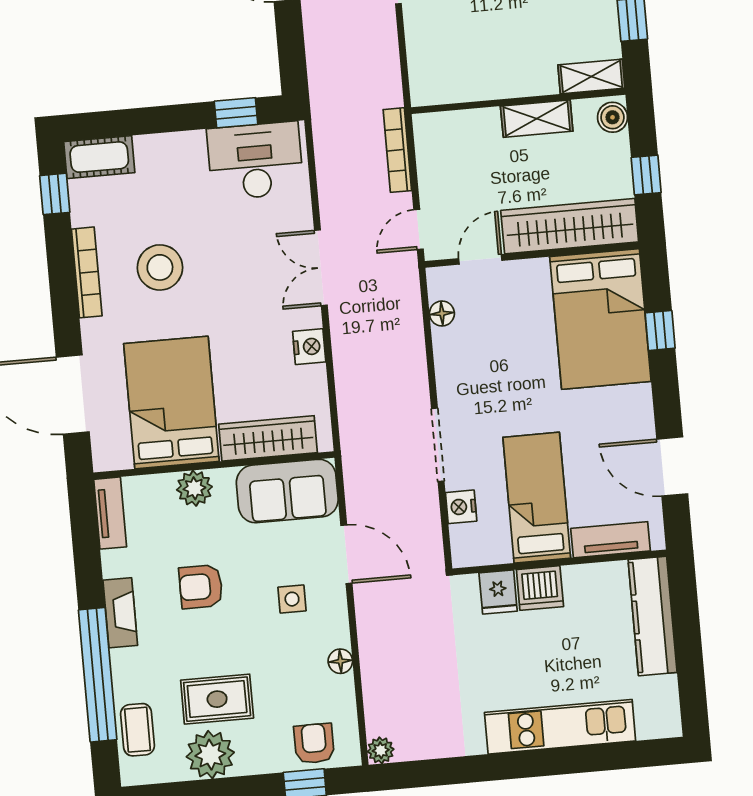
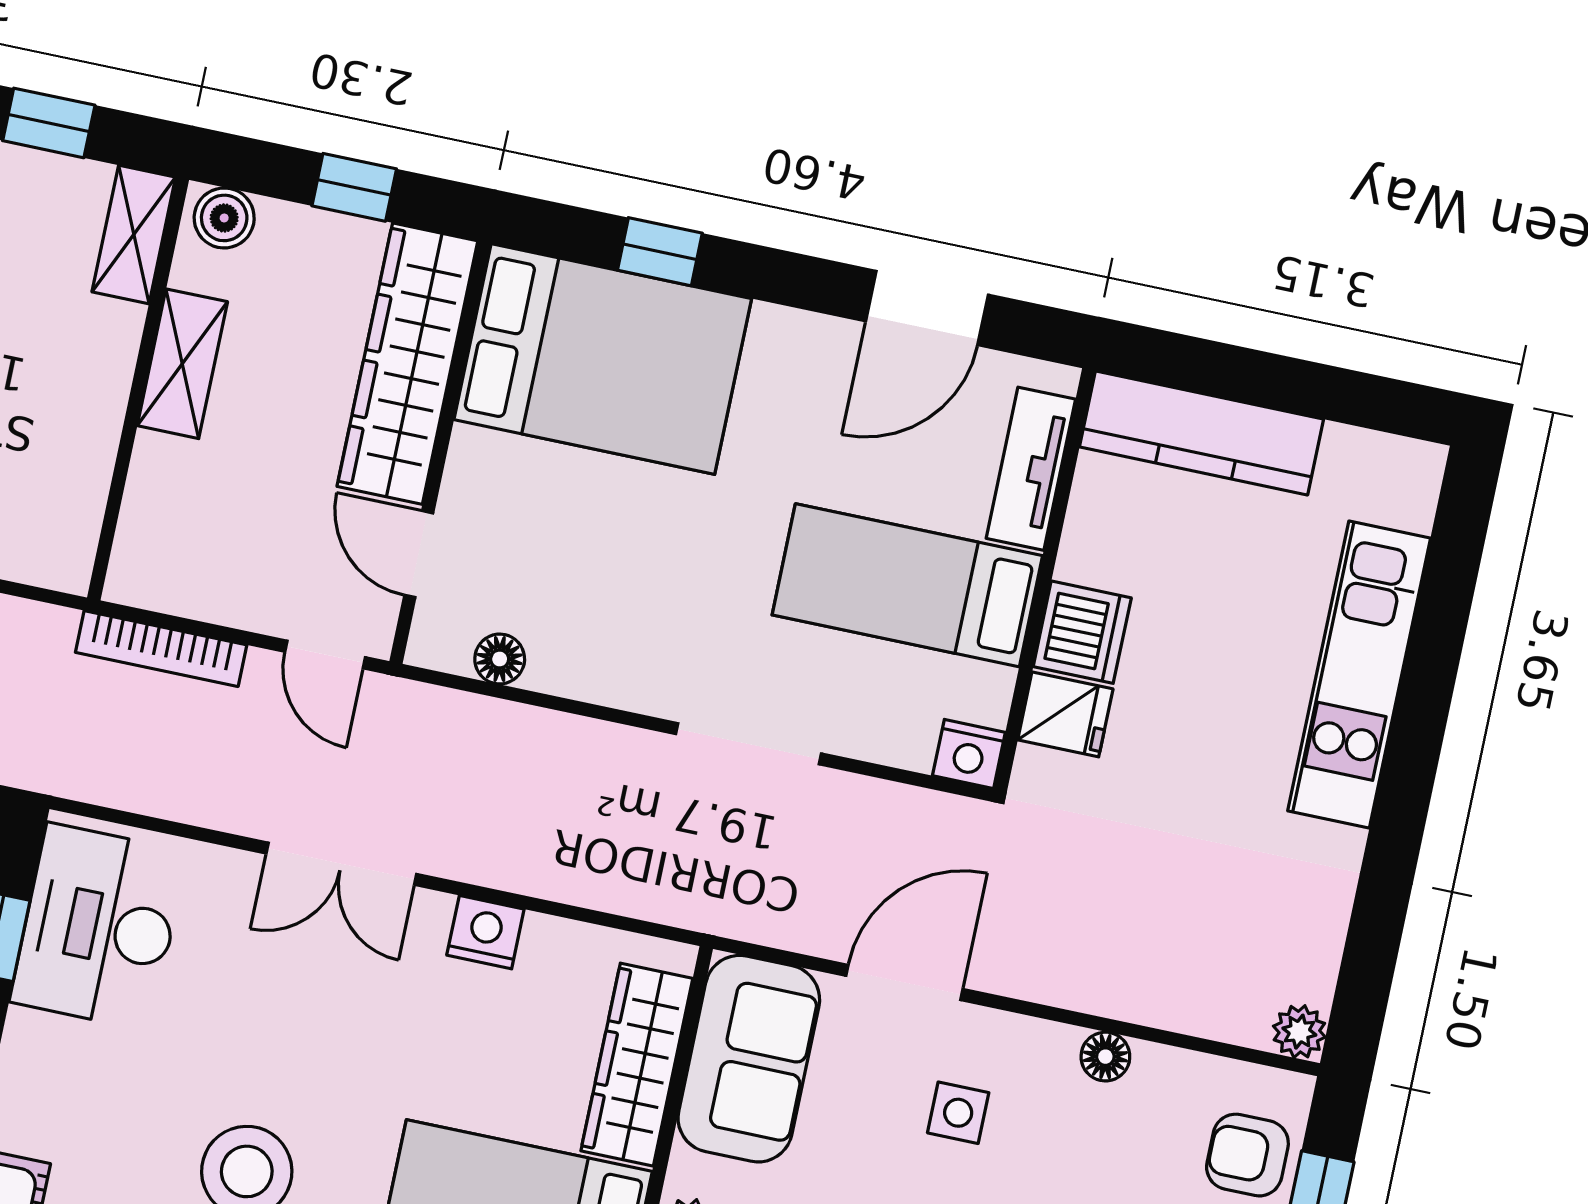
nightstand: (461, 507) -> (969, 754), moved

